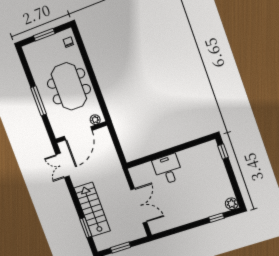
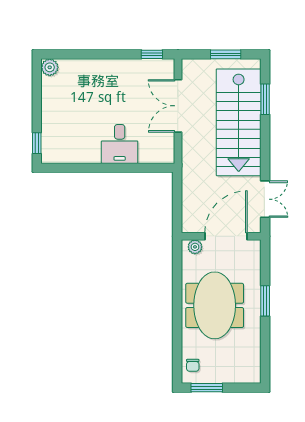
window: (44, 35) -> (207, 388), moved
window: (39, 101) -> (265, 301), width x0.69
stairs: (92, 209) -> (239, 122), width x1.36, depth x1.51
window: (216, 218) -> (152, 54), moved

